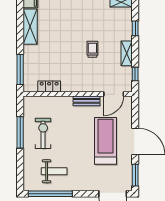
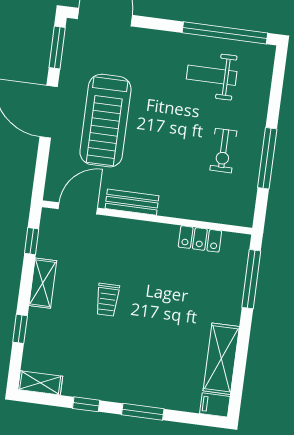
exercise bike: (43, 133) -> (223, 151), width x0.73, depth x0.72

